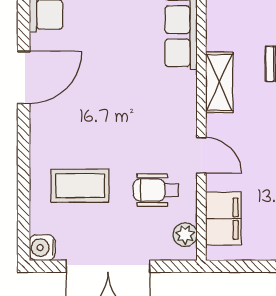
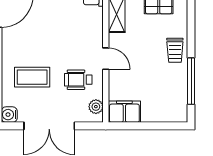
filing cabinet: (223, 219) -> (124, 112), moved, turned -90

